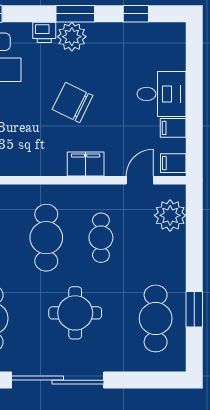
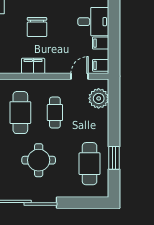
chair: (73, 102) -> (37, 27), turned -116
filing cabinet: (86, 164) -> (33, 66), moved

